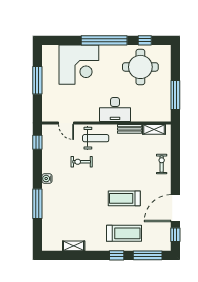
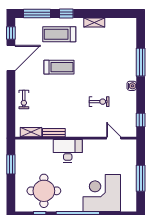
window: (175, 95) -> (11, 164), width x0.69
weight bench: (96, 138) -> (86, 124), removed
shelving: (74, 246) -> (94, 22), moved

